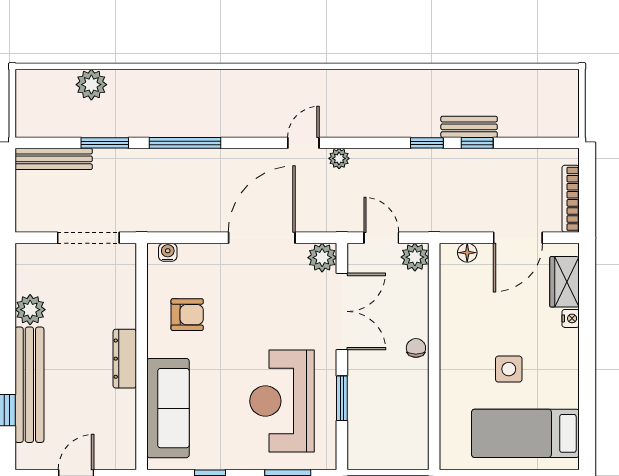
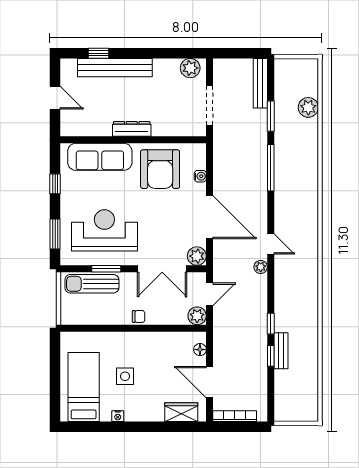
water cooler: (168, 252) -> (200, 176), moved
plant: (30, 310) -> (190, 68), moved
armchair: (187, 315) -> (160, 169), width x1.88, depth x1.88
nightstand: (571, 318) -> (118, 416), moved
sun lounger: (365, 420) -> (92, 284), added

